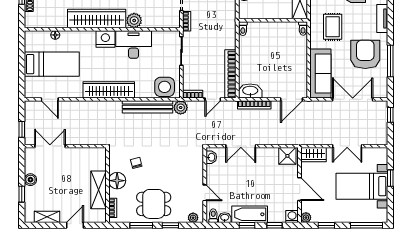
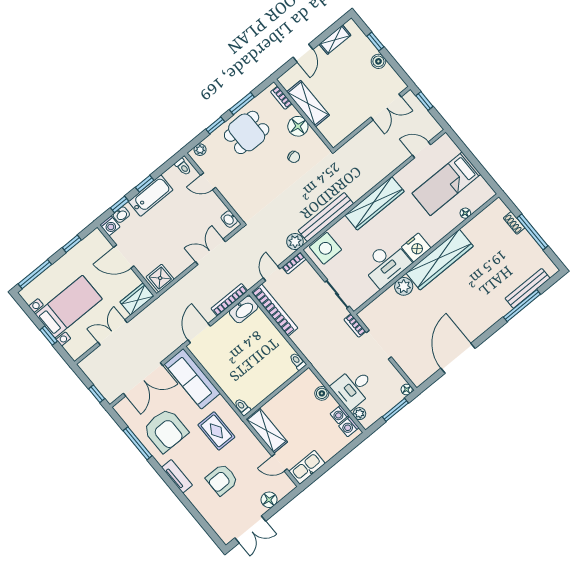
washbasin: (225, 218) -> (121, 215), moved
plant: (306, 218) -> (96, 235), removed

